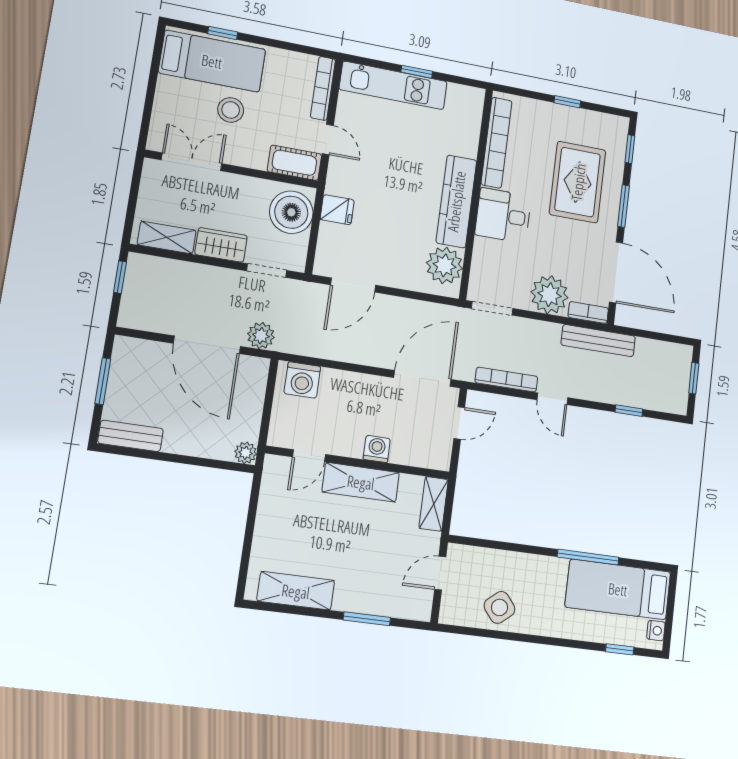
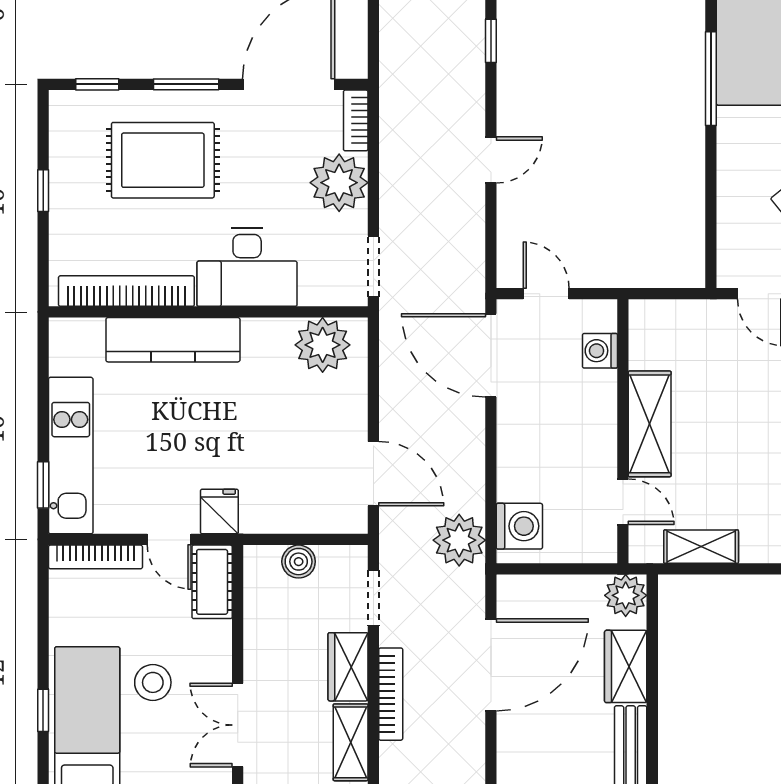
window: (417, 72) -> (43, 485), moved
door: (328, 139) -> (169, 539), swing flipped
kitchen counter: (456, 201) -> (173, 340), moved
fridge: (337, 210) -> (219, 512), moved
boiler: (291, 212) -> (299, 562), width x0.54, depth x0.54
desk: (503, 215) -> (247, 267), width x1.37
plant: (261, 336) -> (459, 540), moved, width x1.36, depth x1.36
bench: (598, 341) -> (395, 100), removed
bookcase: (506, 380) -> (391, 694), moved, turned 180
wardrobe: (191, 441) -> (626, 666), added
washing machine: (377, 449) -> (600, 351), moved
plant: (246, 453) -> (626, 595), width x1.38, depth x1.38
shelving: (434, 504) -> (701, 547), moved

